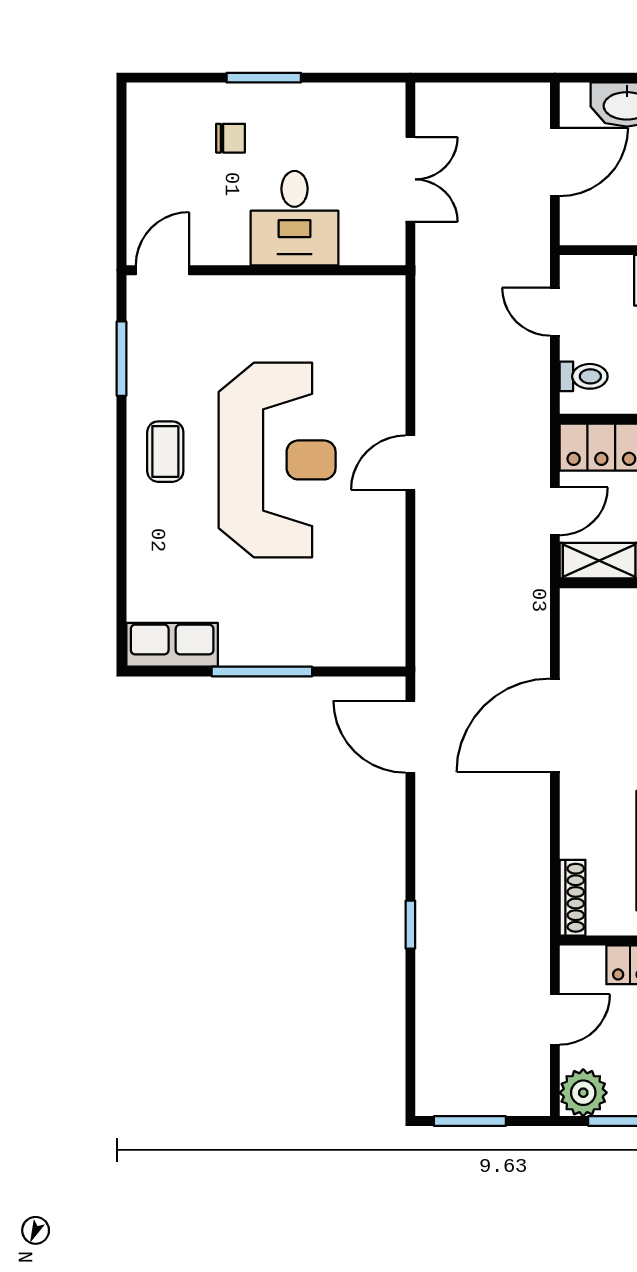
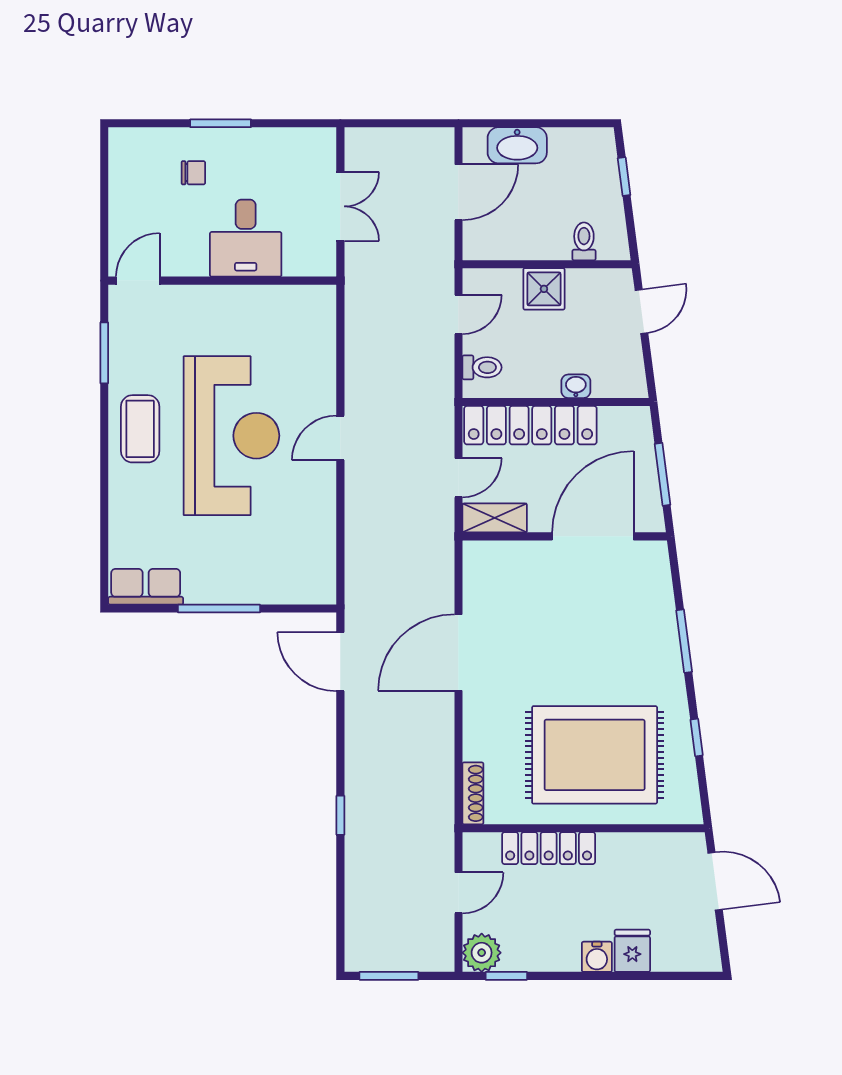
door: (555, 312) -> (458, 315), swing flipped
coffee table: (165, 452) -> (140, 429), width x1.36, depth x1.30

